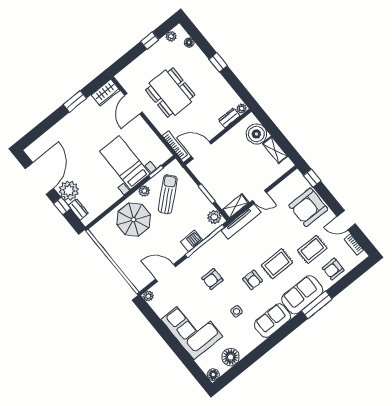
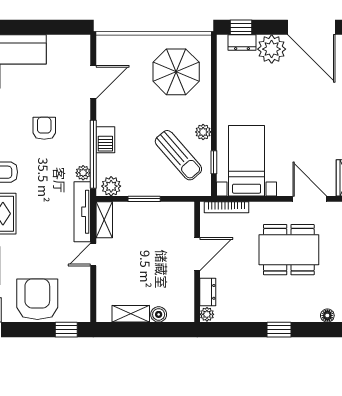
boiler: (256, 134) -> (159, 314), width x0.54, depth x0.54
door: (201, 150) -> (197, 254), moved
bed with nightstands: (125, 163) -> (247, 161), moved, turned -90
window: (62, 206) -> (241, 27), moved
parasol: (134, 220) -> (176, 72), moved
plant: (148, 296) -> (83, 173), moved

